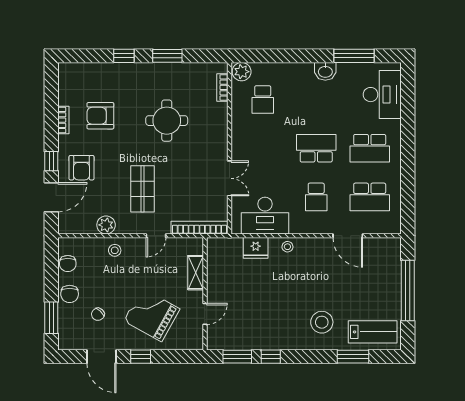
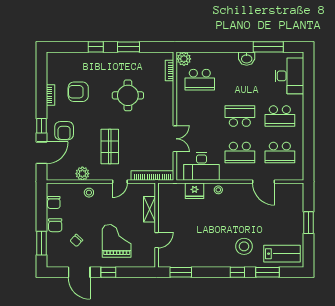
school desk: (263, 100) -> (200, 80), width x1.85
school desk: (316, 197) -> (240, 153), width x1.85
window: (408, 290) -> (308, 223), width x0.47
grand piano: (152, 315) -> (117, 241), turned 61
window: (271, 357) -> (237, 272), moved

